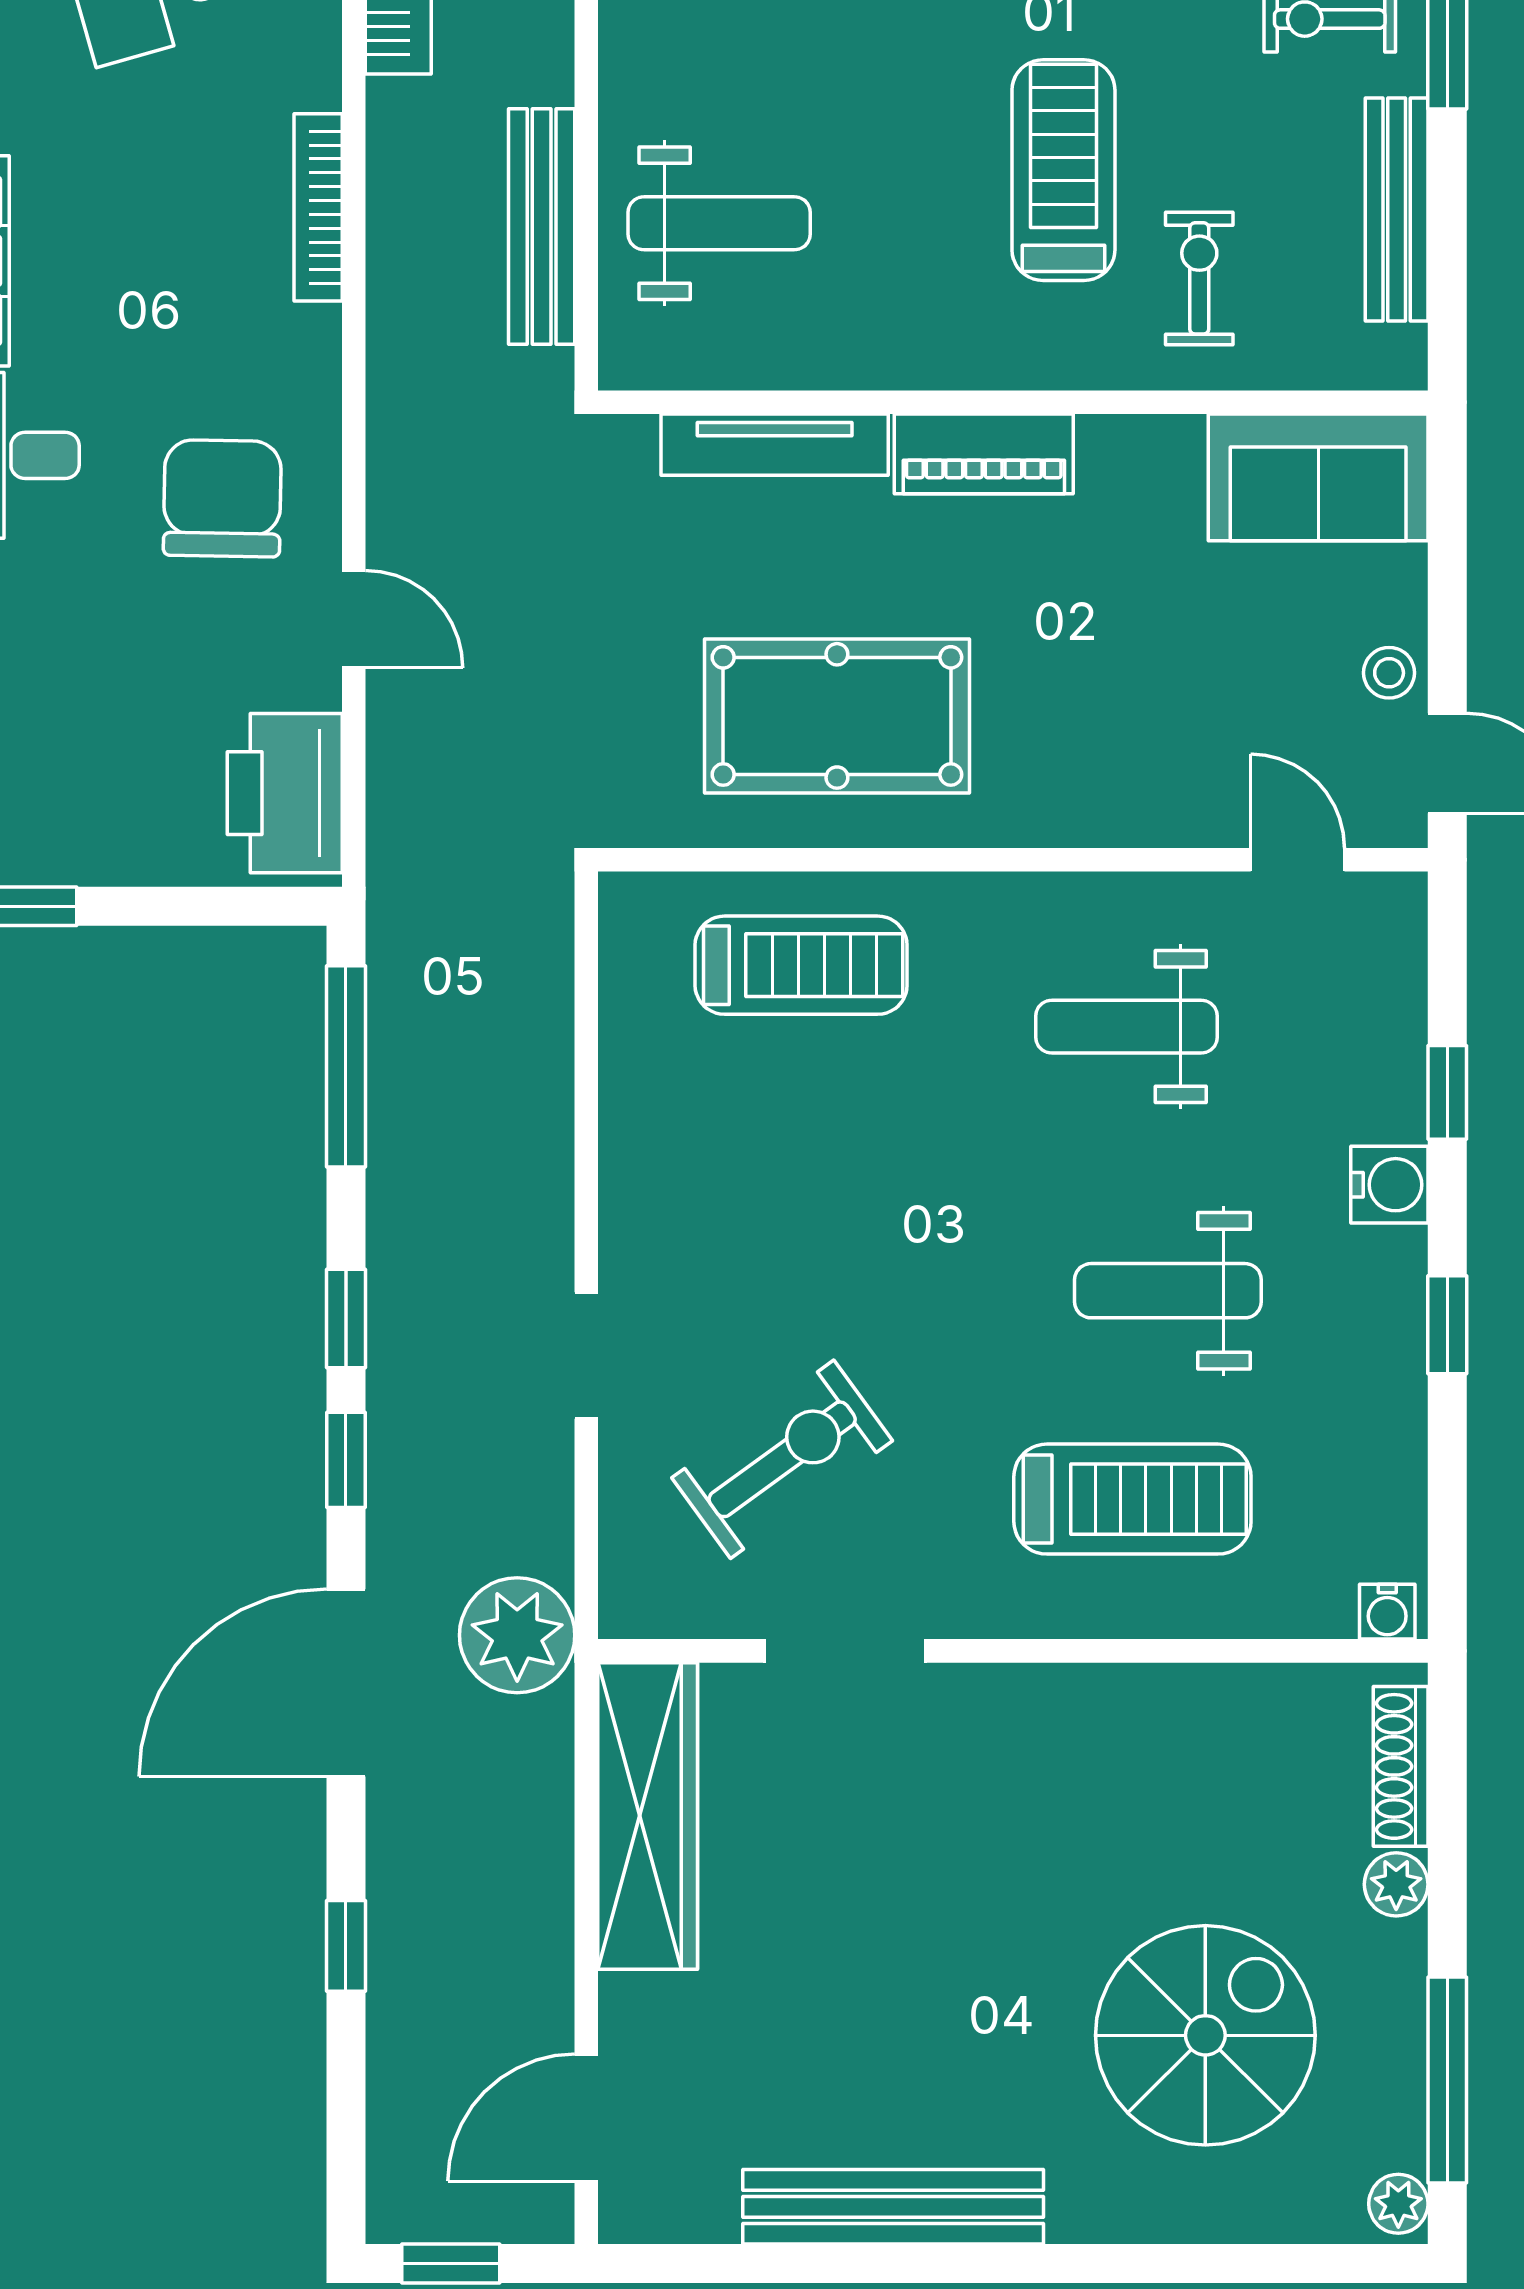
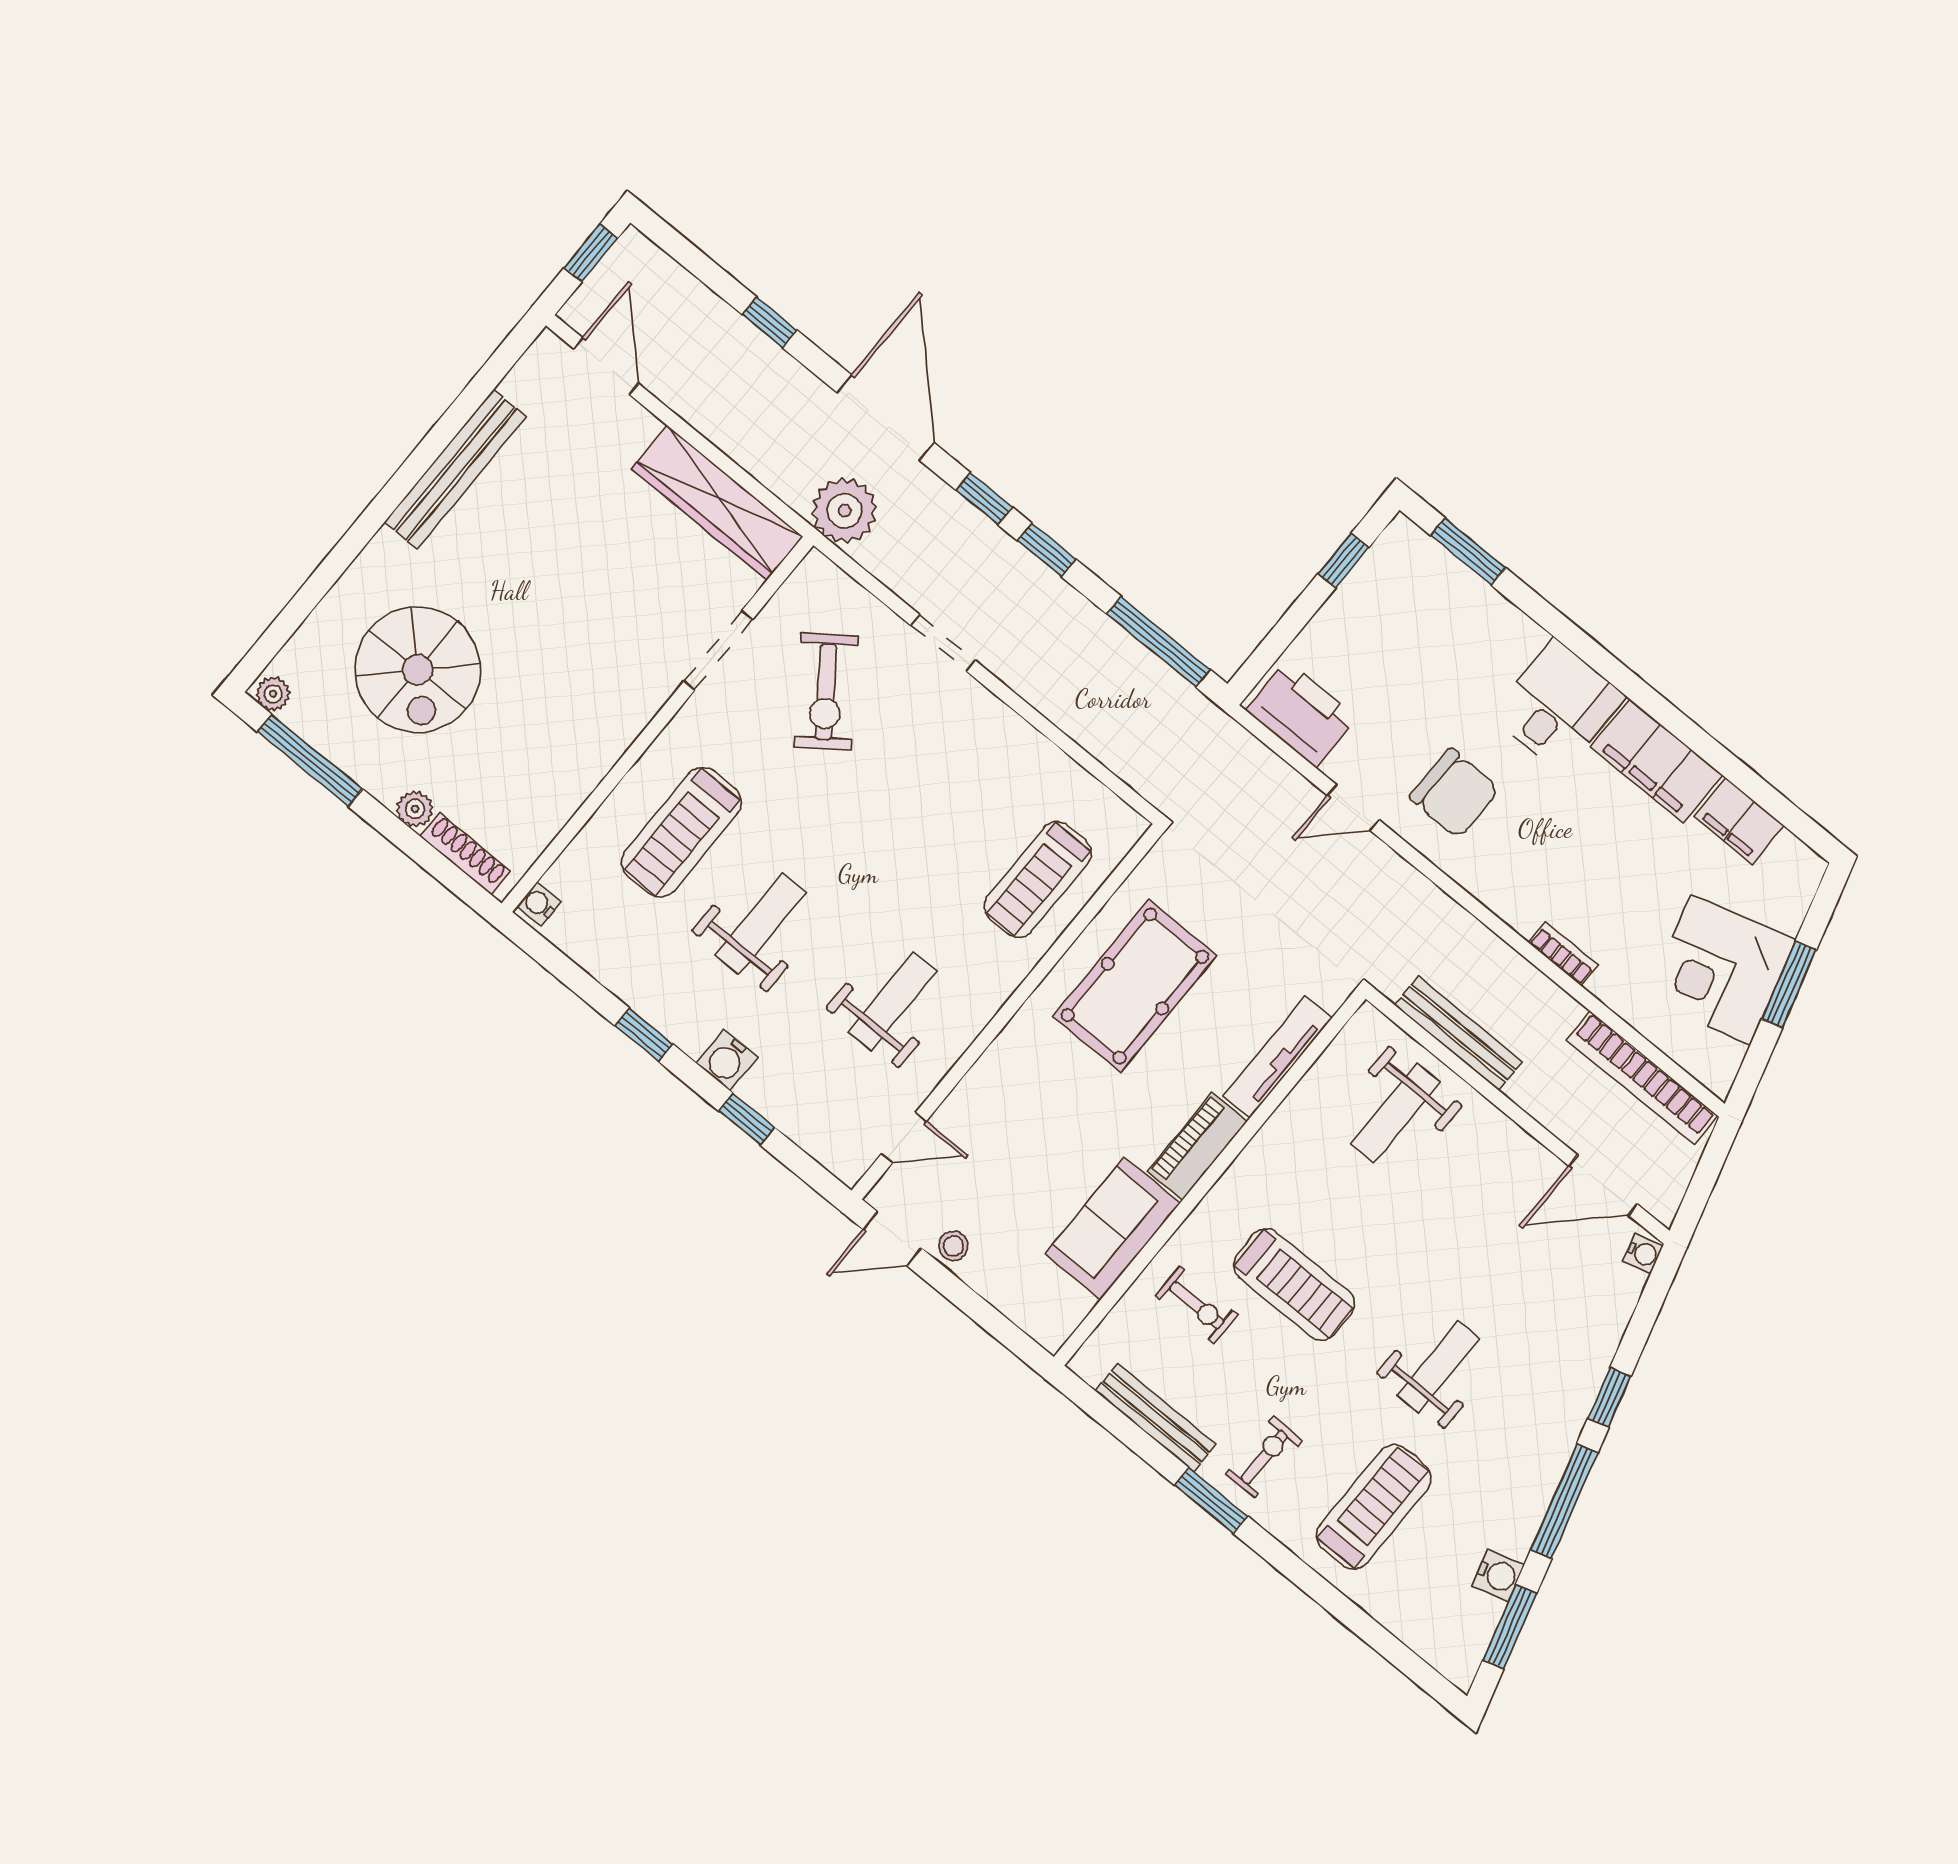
bookcase: (318, 207) -> (1563, 954), width x0.64
sofa: (1318, 477) -> (1112, 1229), moved

